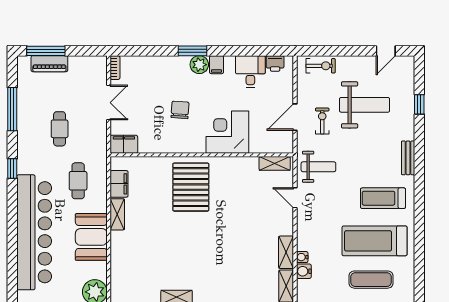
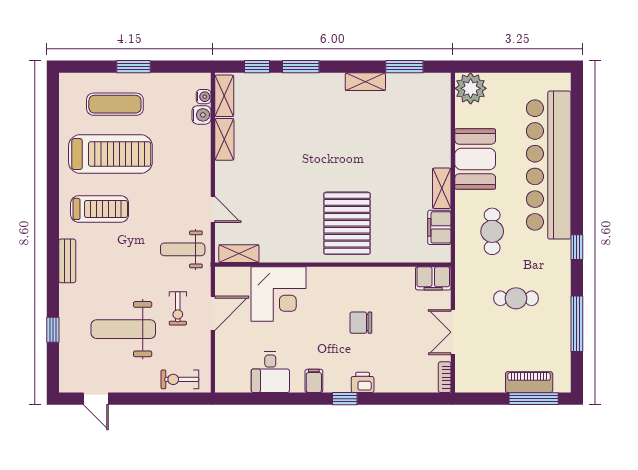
window: (192, 51) -> (345, 399), width x0.67
door: (386, 51) -> (96, 399), swing flipped
printer: (275, 63) -> (363, 382), moved
plant: (199, 65) -> (336, 381), removed
chair: (180, 110) -> (361, 323), turned 86
cafe table: (60, 129) -> (516, 298), turned 90
corner desk: (227, 132) -> (279, 294), moved
water cooler: (302, 257) -> (204, 97), moved

